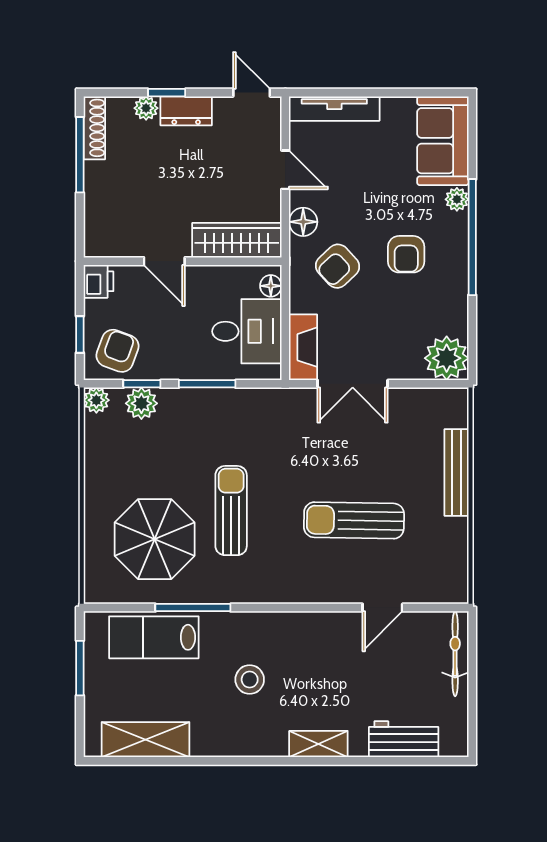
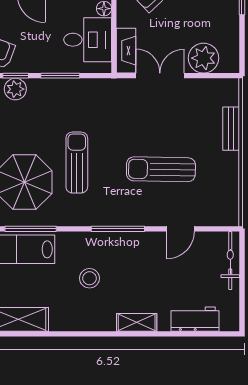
plant: (447, 358) -> (204, 58), moved
double door: (353, 384) -> (160, 76), swing flipped
bench: (456, 472) -> (231, 129), width x0.73
window: (193, 608) -> (31, 229), moved
window: (291, 608) -> (118, 229), added

